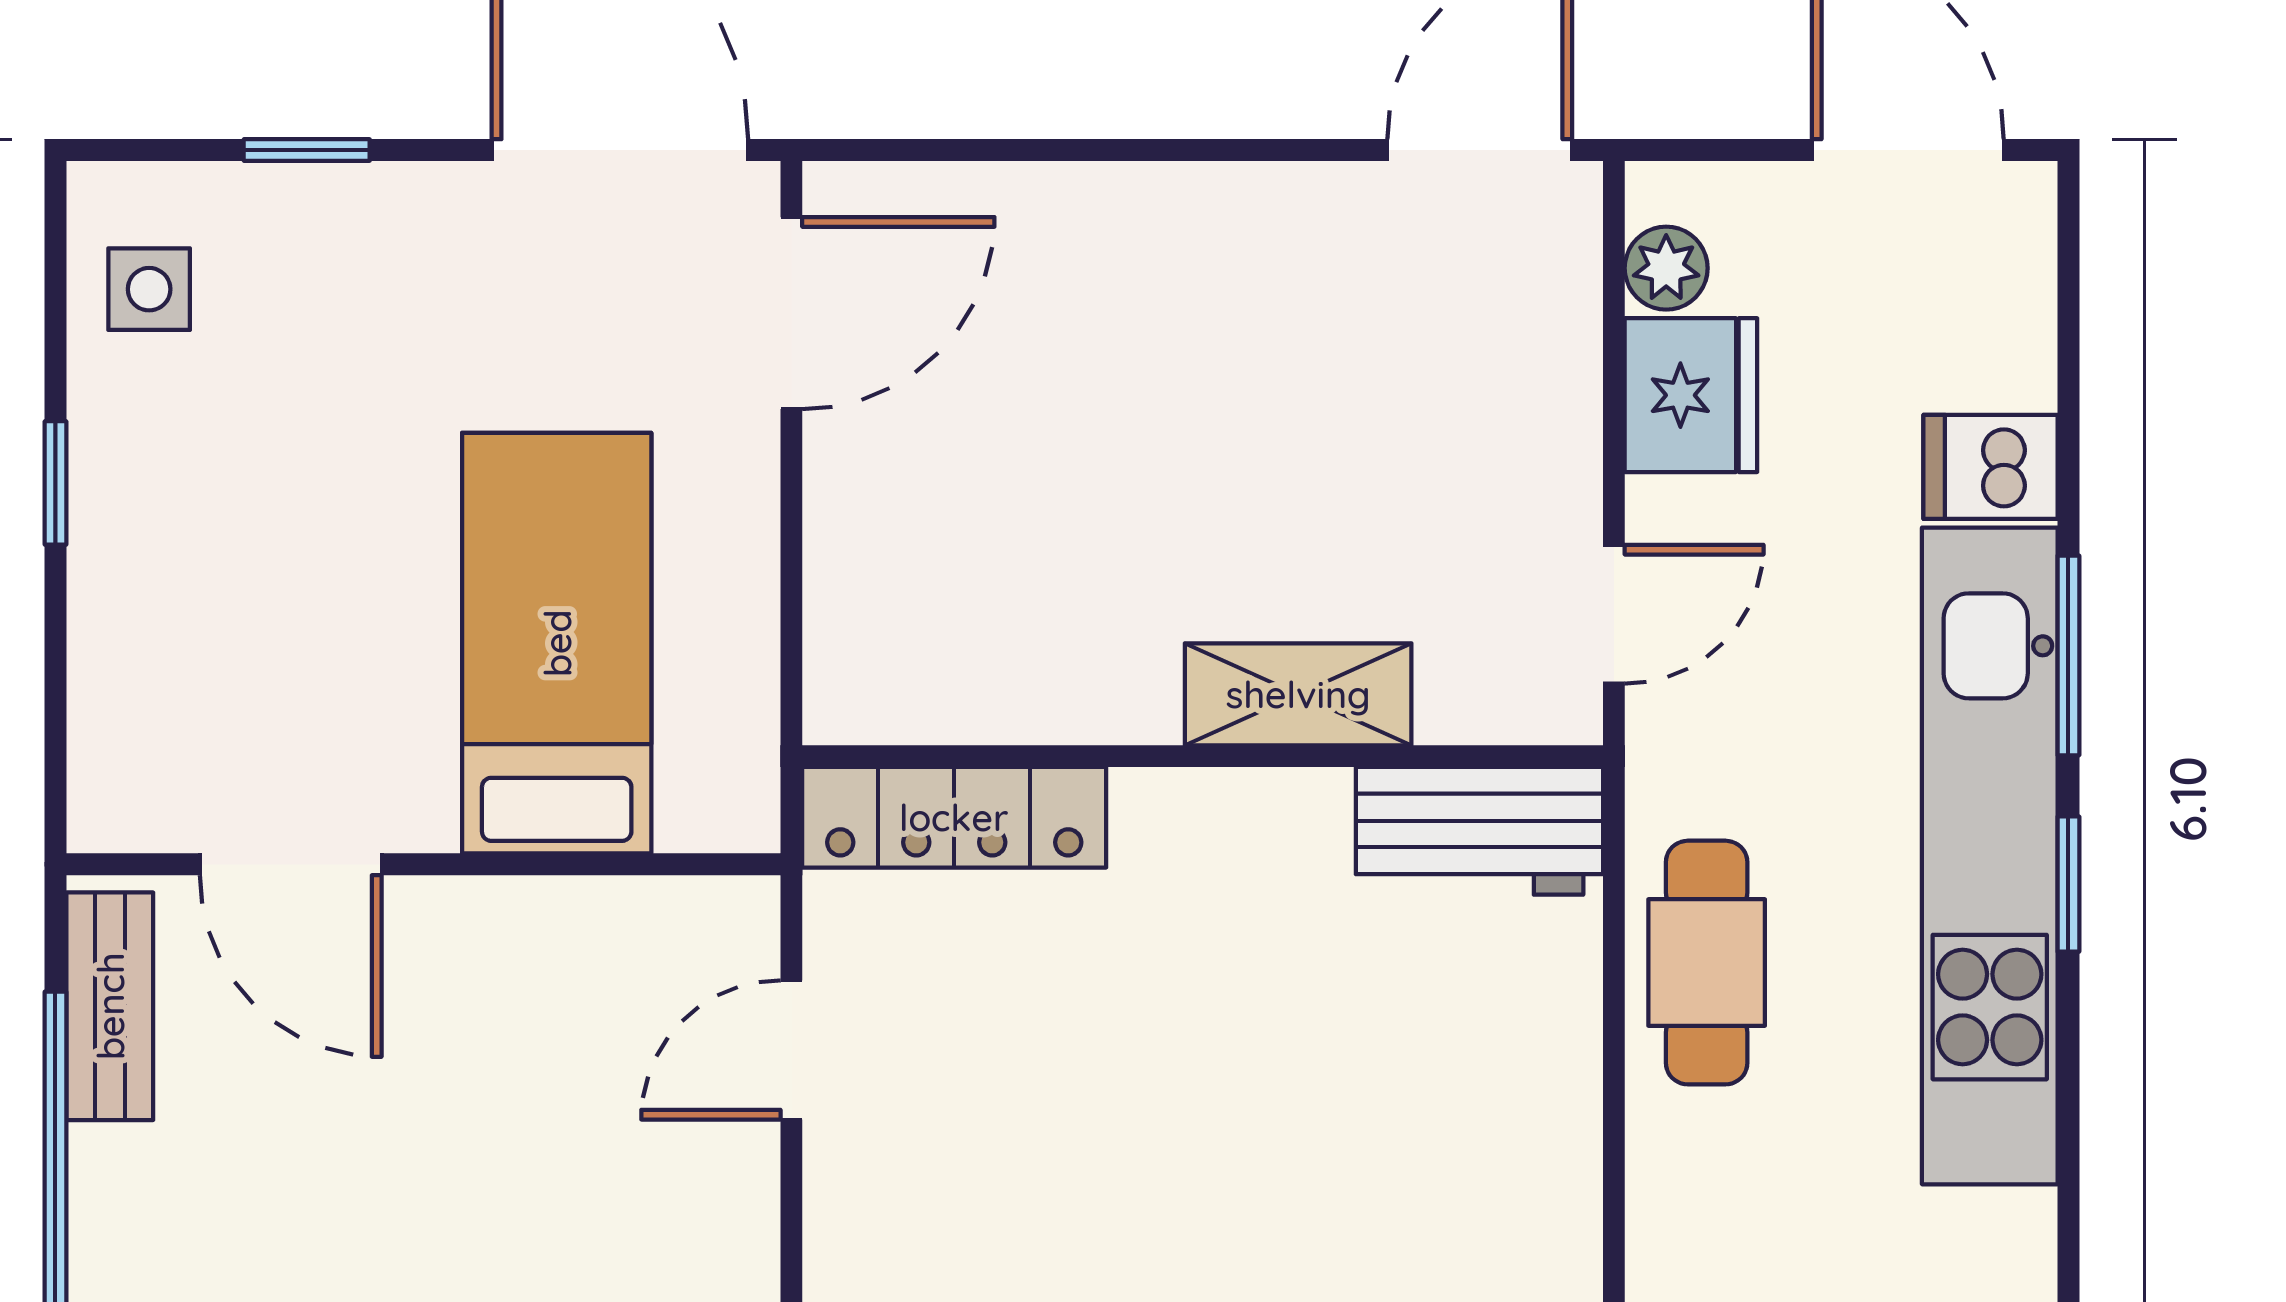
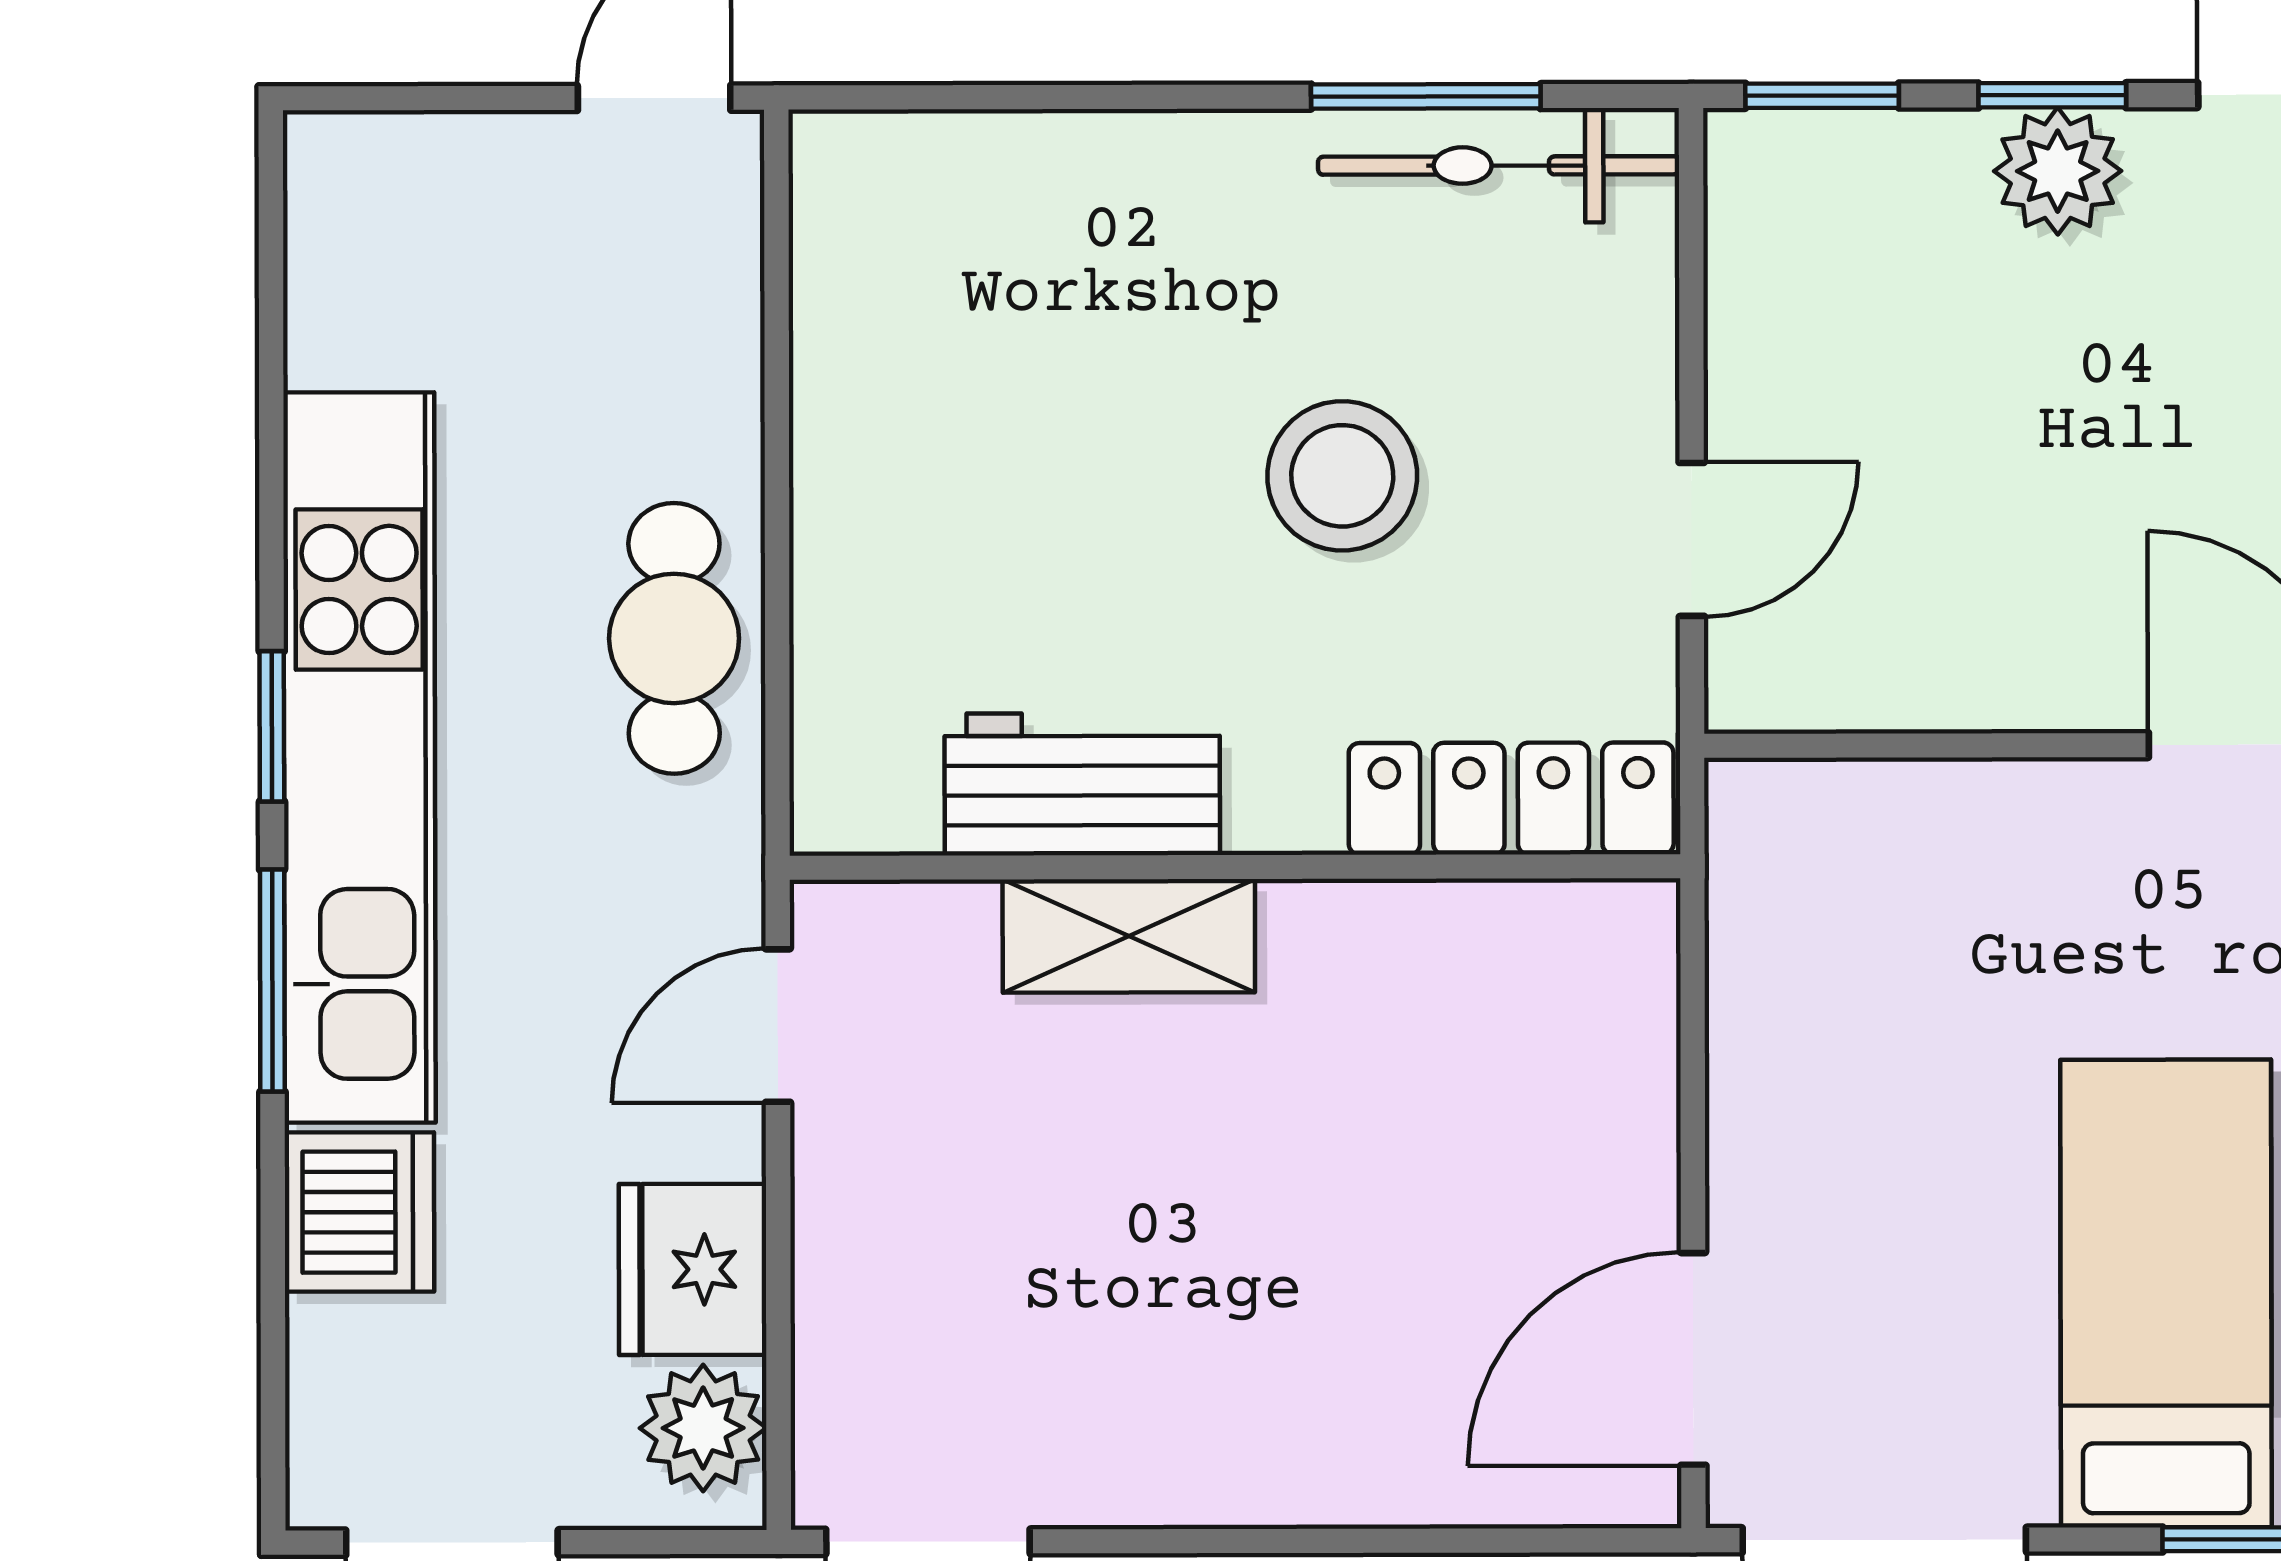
plant: (1666, 268) -> (703, 1428), width x1.38, depth x1.38
dishwasher: (1991, 467) -> (359, 1212), width x1.38
bed: (557, 643) -> (2166, 1293), moved, turned 180
workbench: (1479, 831) -> (1082, 784), moved
stool: (1106, 1108) -> (1342, 476), added

